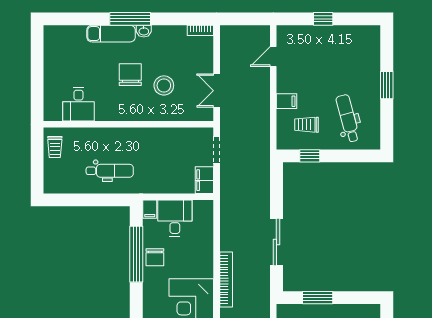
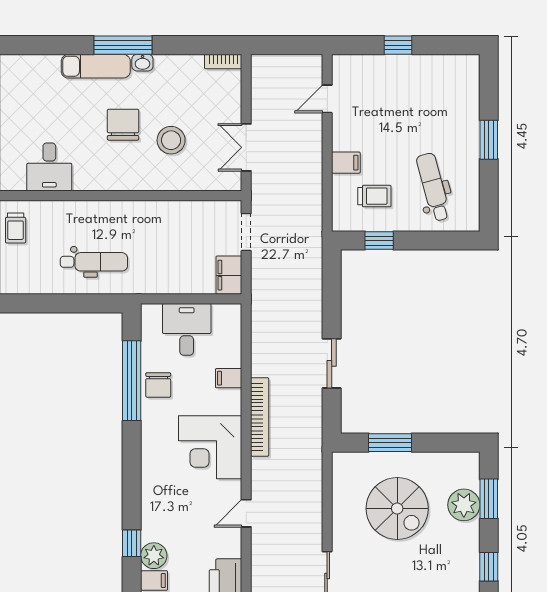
trolley: (307, 125) -> (374, 196), turned 180
filing cabinet: (150, 209) -> (229, 378), moved, turned 90
sliding door: (276, 242) -> (332, 363), width x0.73

